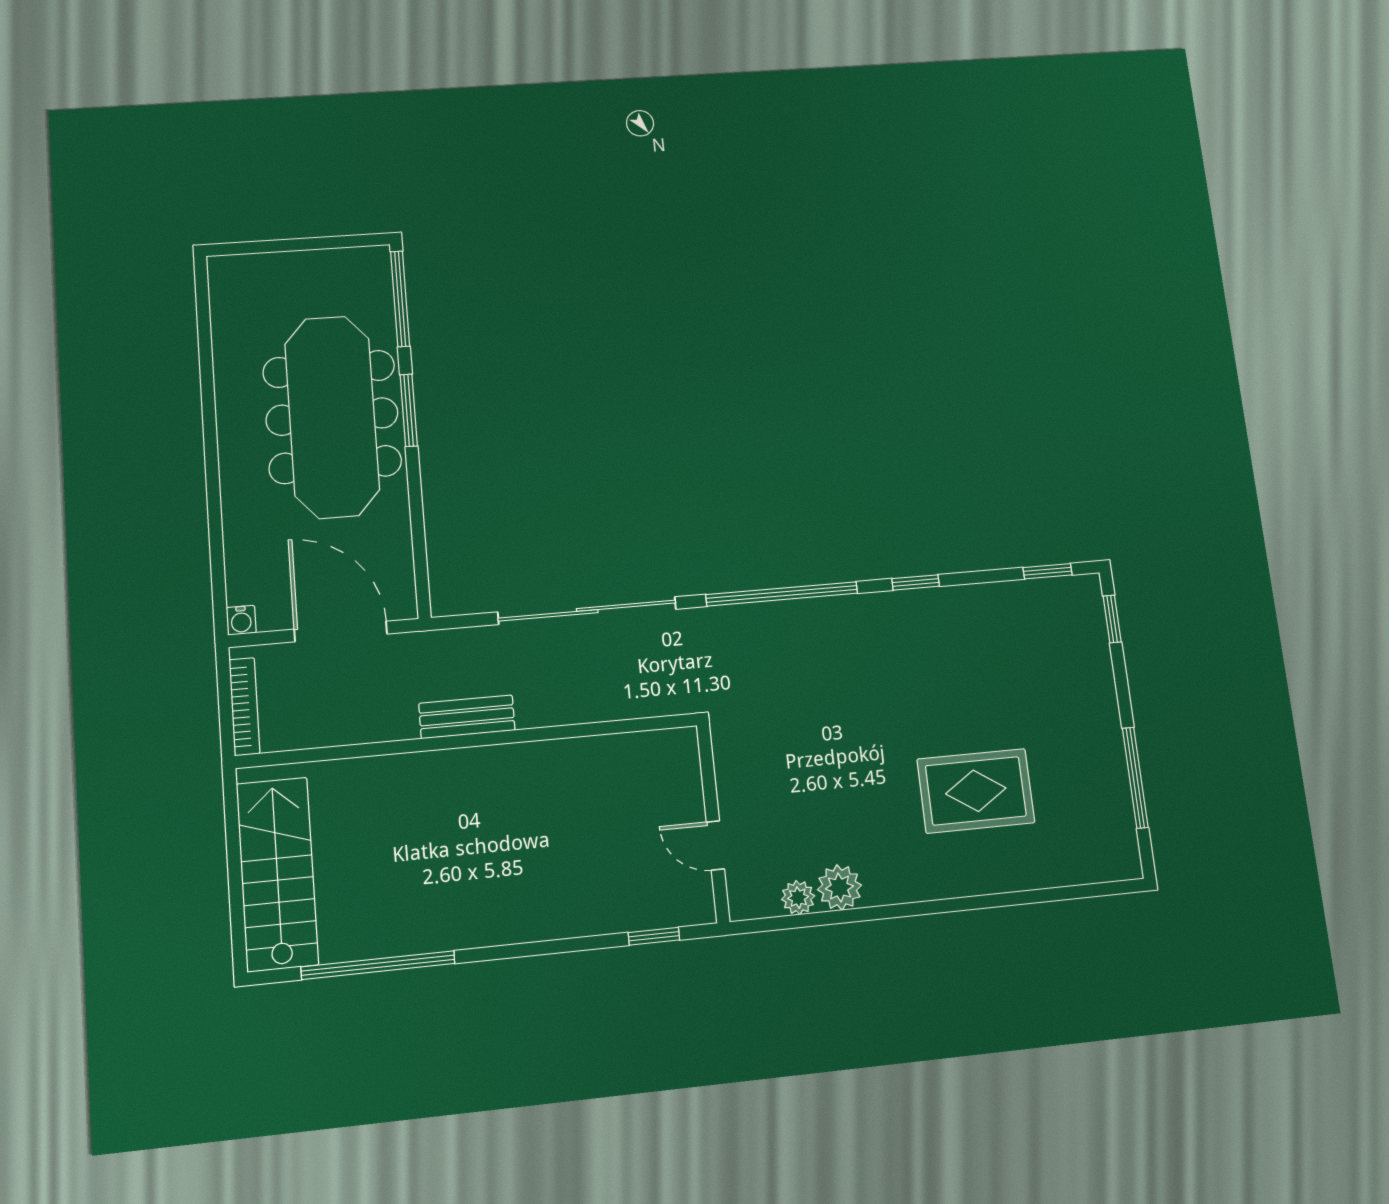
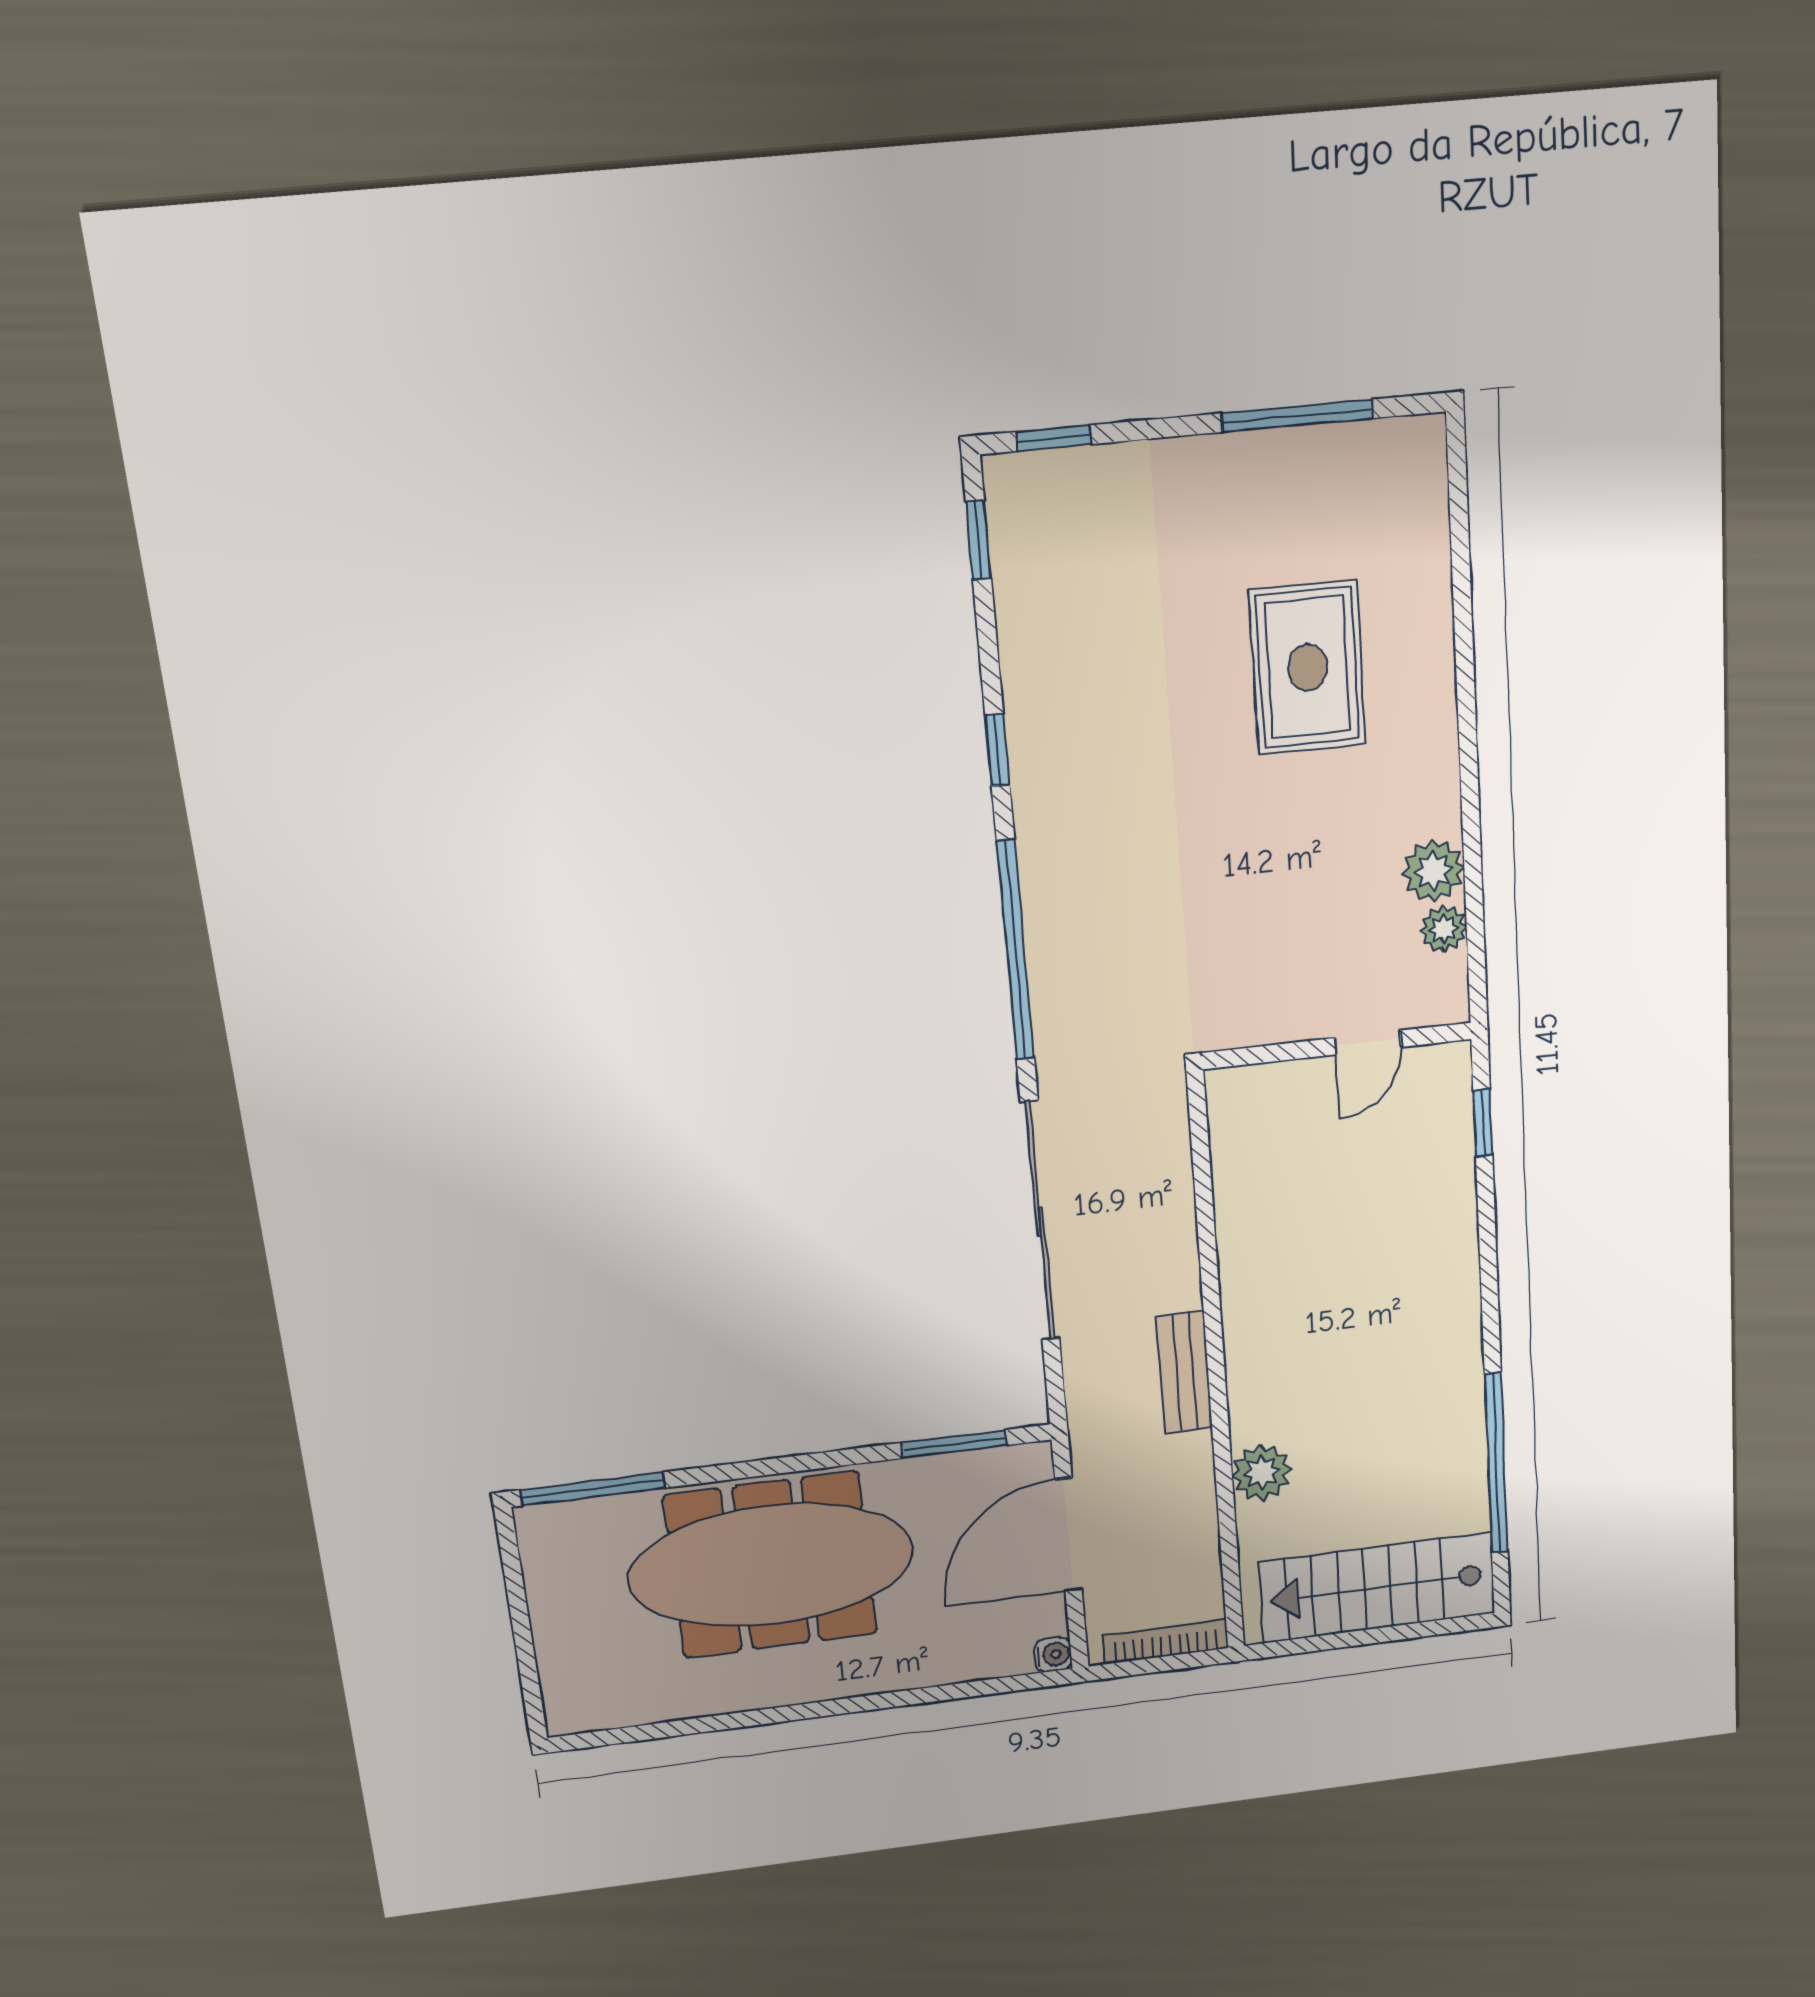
window: (409, 410) -> (954, 1444), moved
plant: (382, 778) -> (1262, 1473), added

